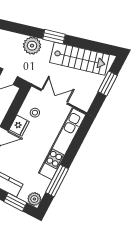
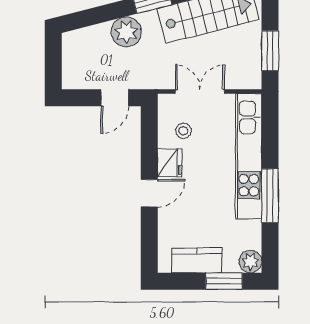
window: (108, 83) -> (270, 51), moved
window: (57, 181) -> (270, 196), moved

